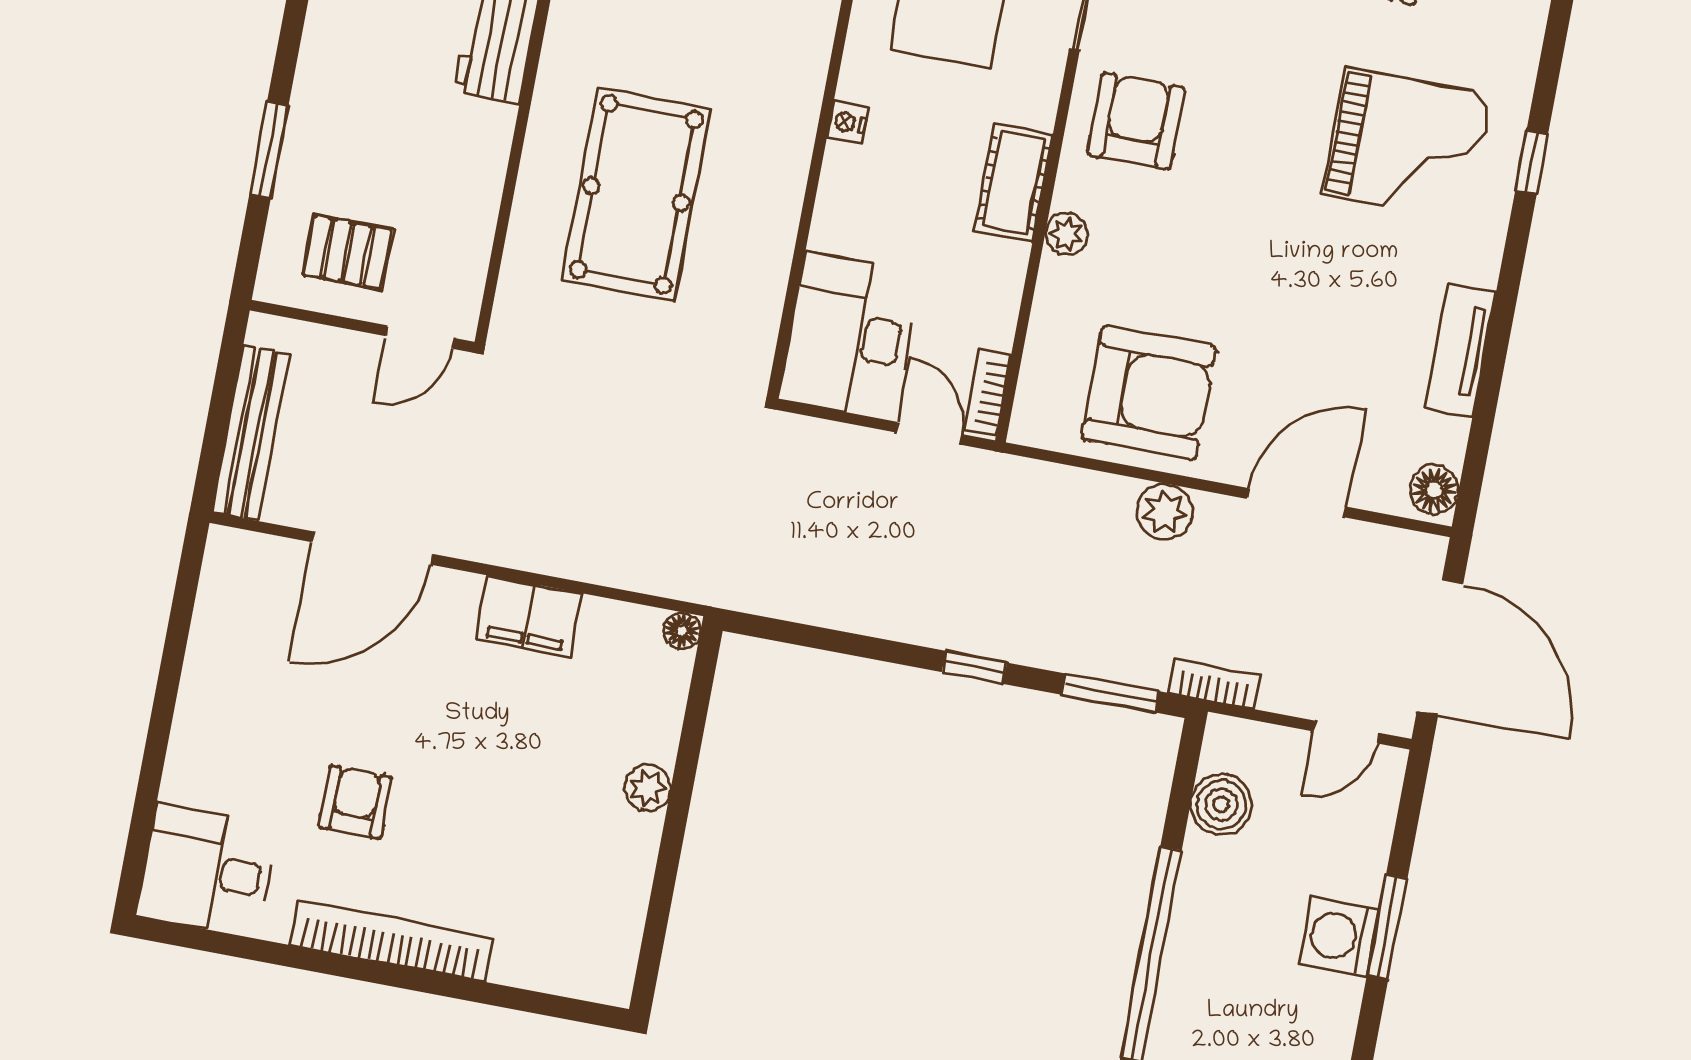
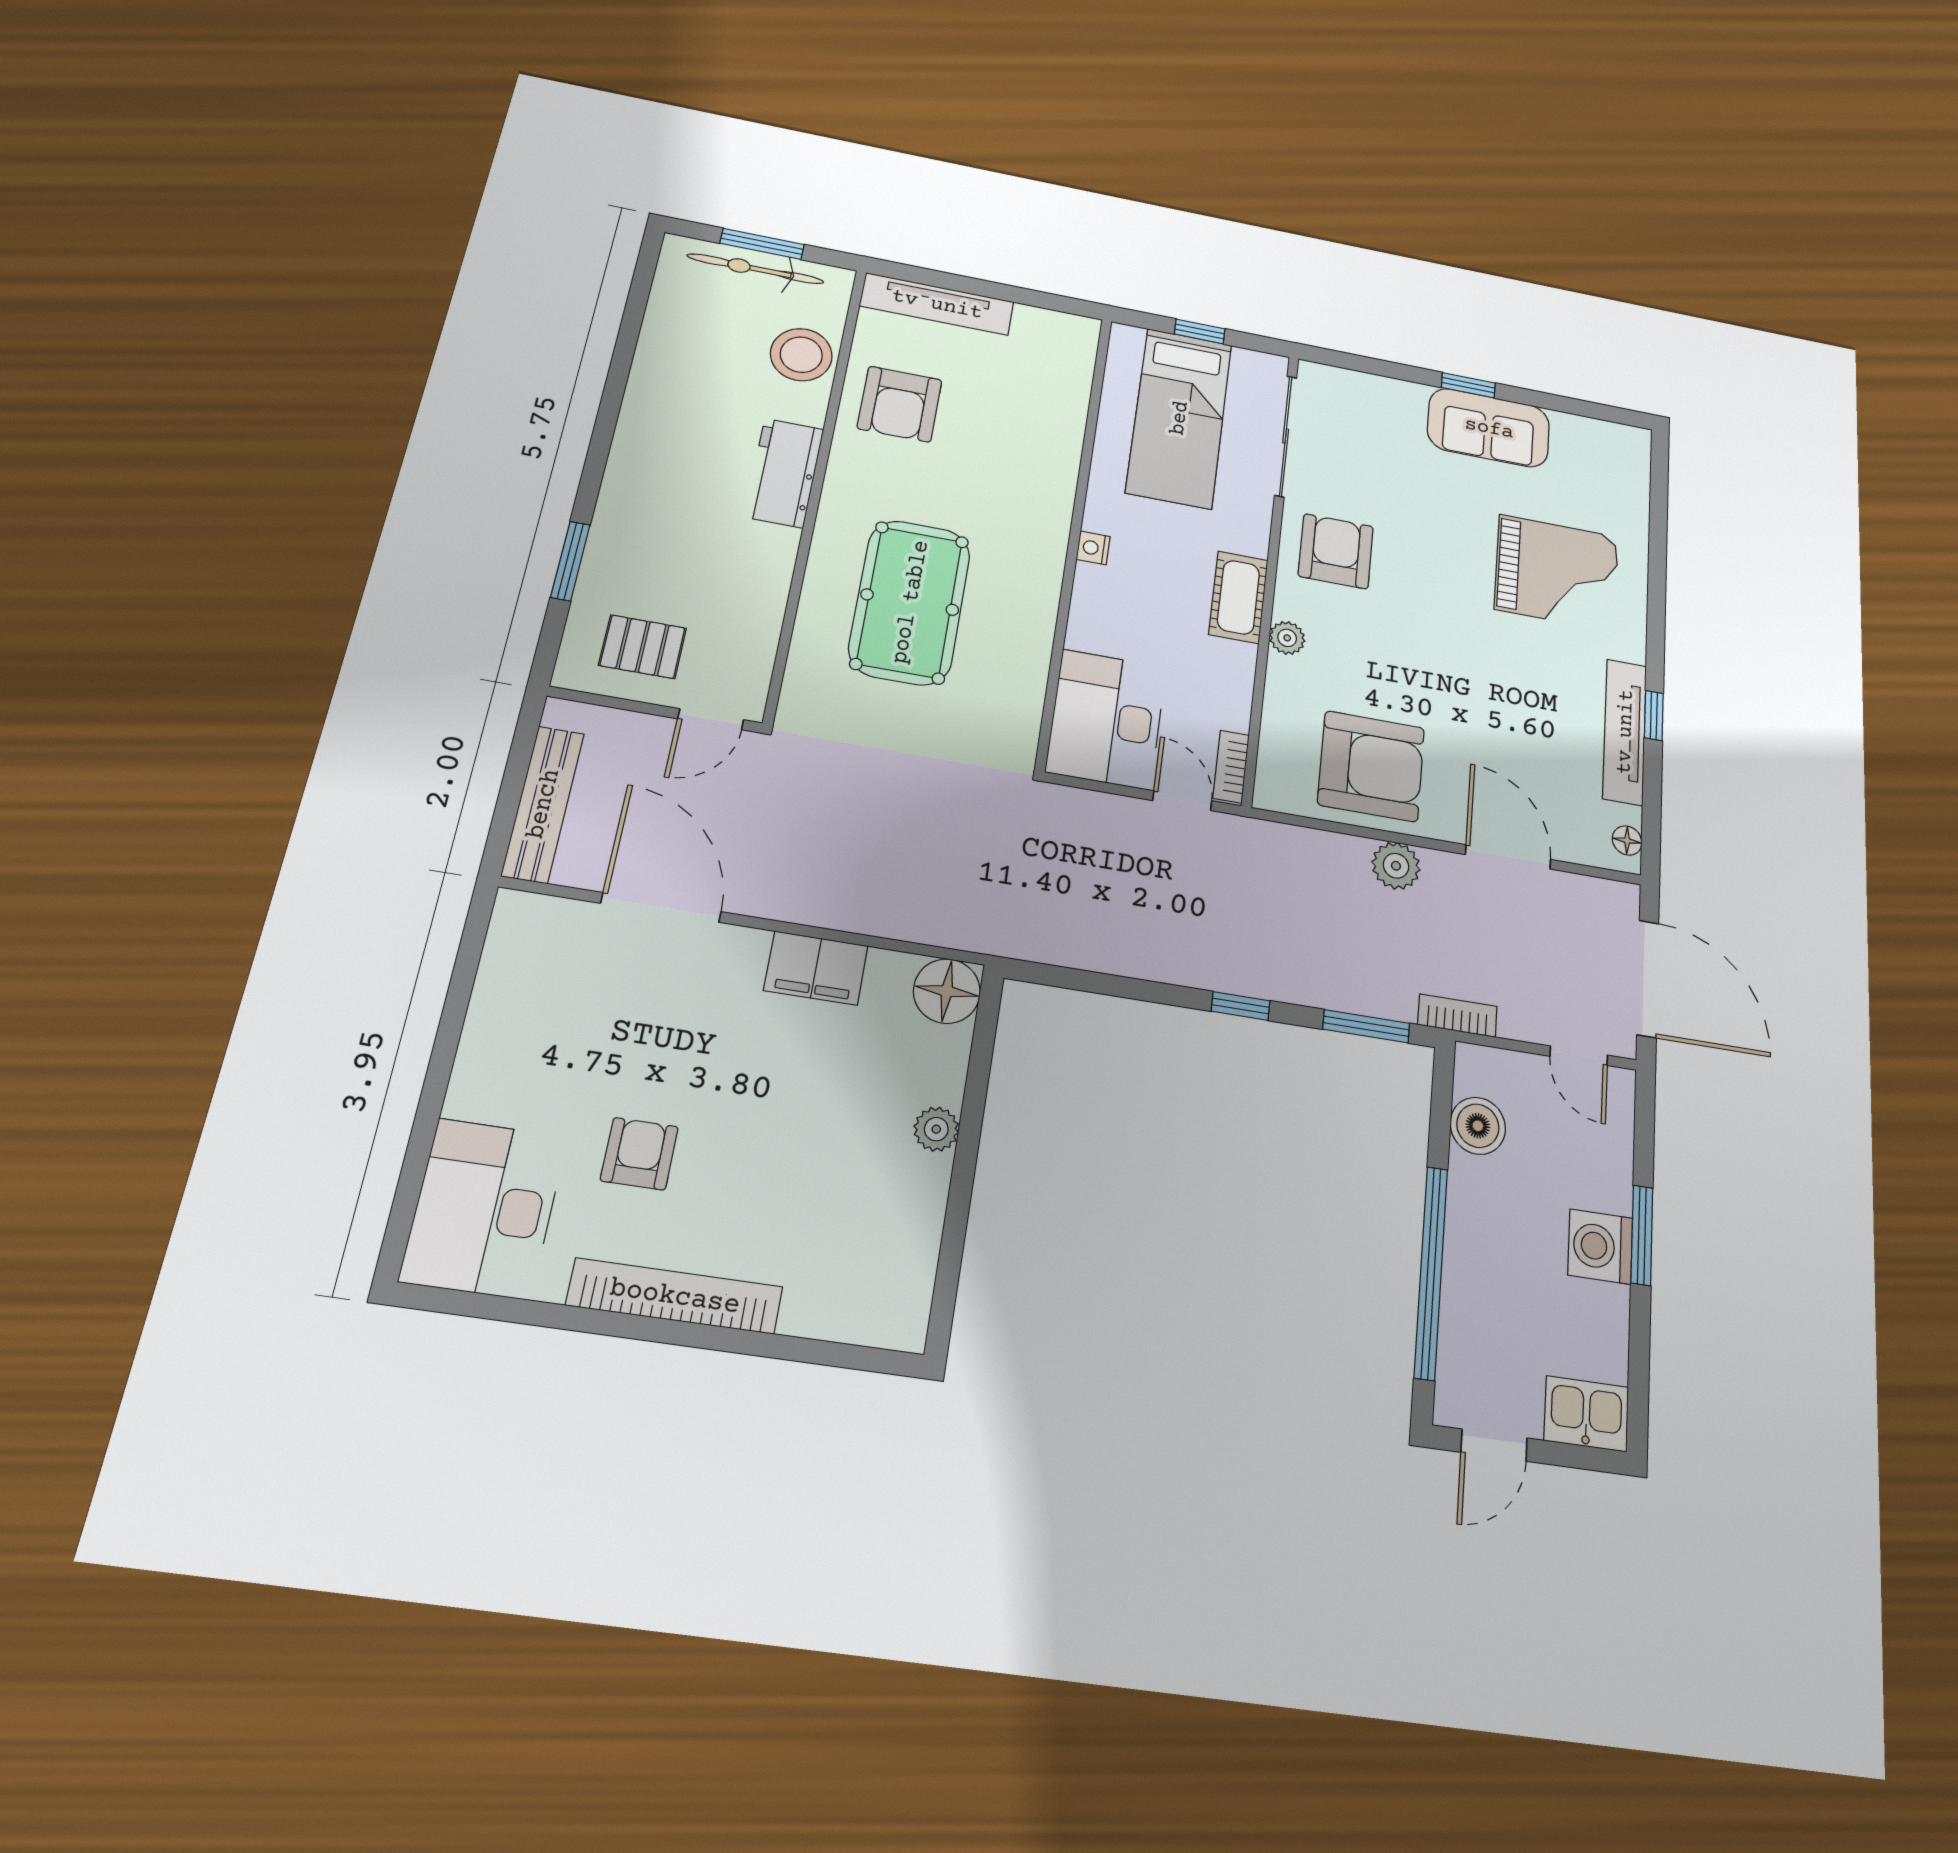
window: (1532, 162) -> (1654, 716), moved
tv unit: (1460, 350) -> (1625, 732), width x1.41
floor lamp: (1434, 490) -> (1627, 841), width x0.73, depth x0.73
door: (1297, 503) -> (1508, 857), hinge flipped
door: (372, 548) -> (661, 907), swing flipped
floor lamp: (682, 631) -> (947, 991), width x1.89, depth x1.89
door: (1346, 732) -> (1579, 1056), hinge flipped
desk: (207, 871) -> (484, 1208), width x1.37

